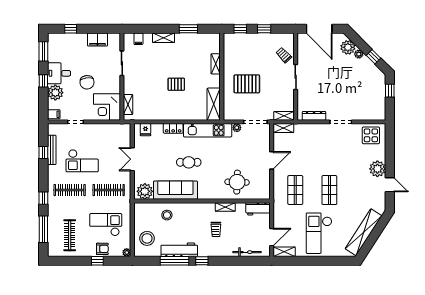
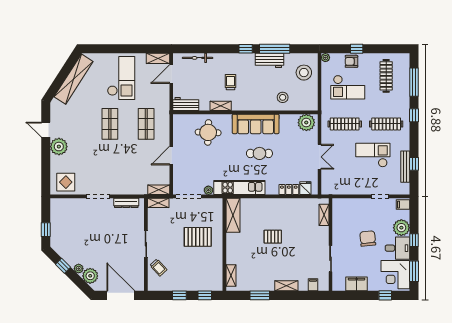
shelving: (216, 64) -> (231, 276), moved
corner desk: (107, 107) -> (395, 275), moved, turned 180
locker: (173, 128) -> (289, 190), moved
sofa: (175, 190) -> (256, 124), moved
workbench: (179, 250) -> (270, 60), width x0.73

